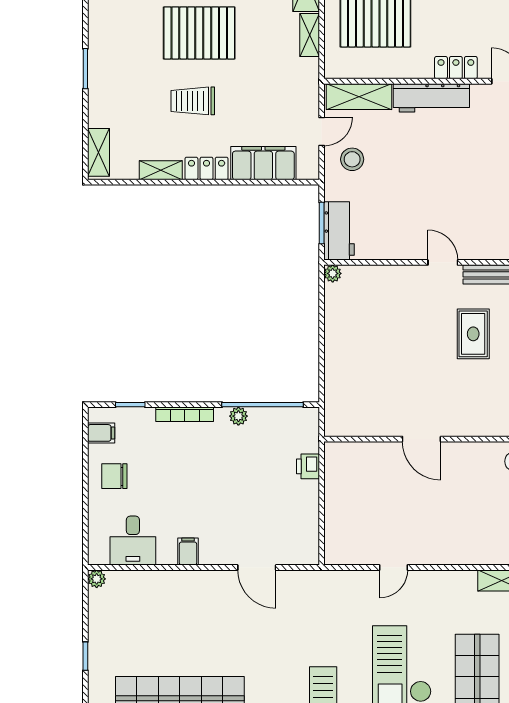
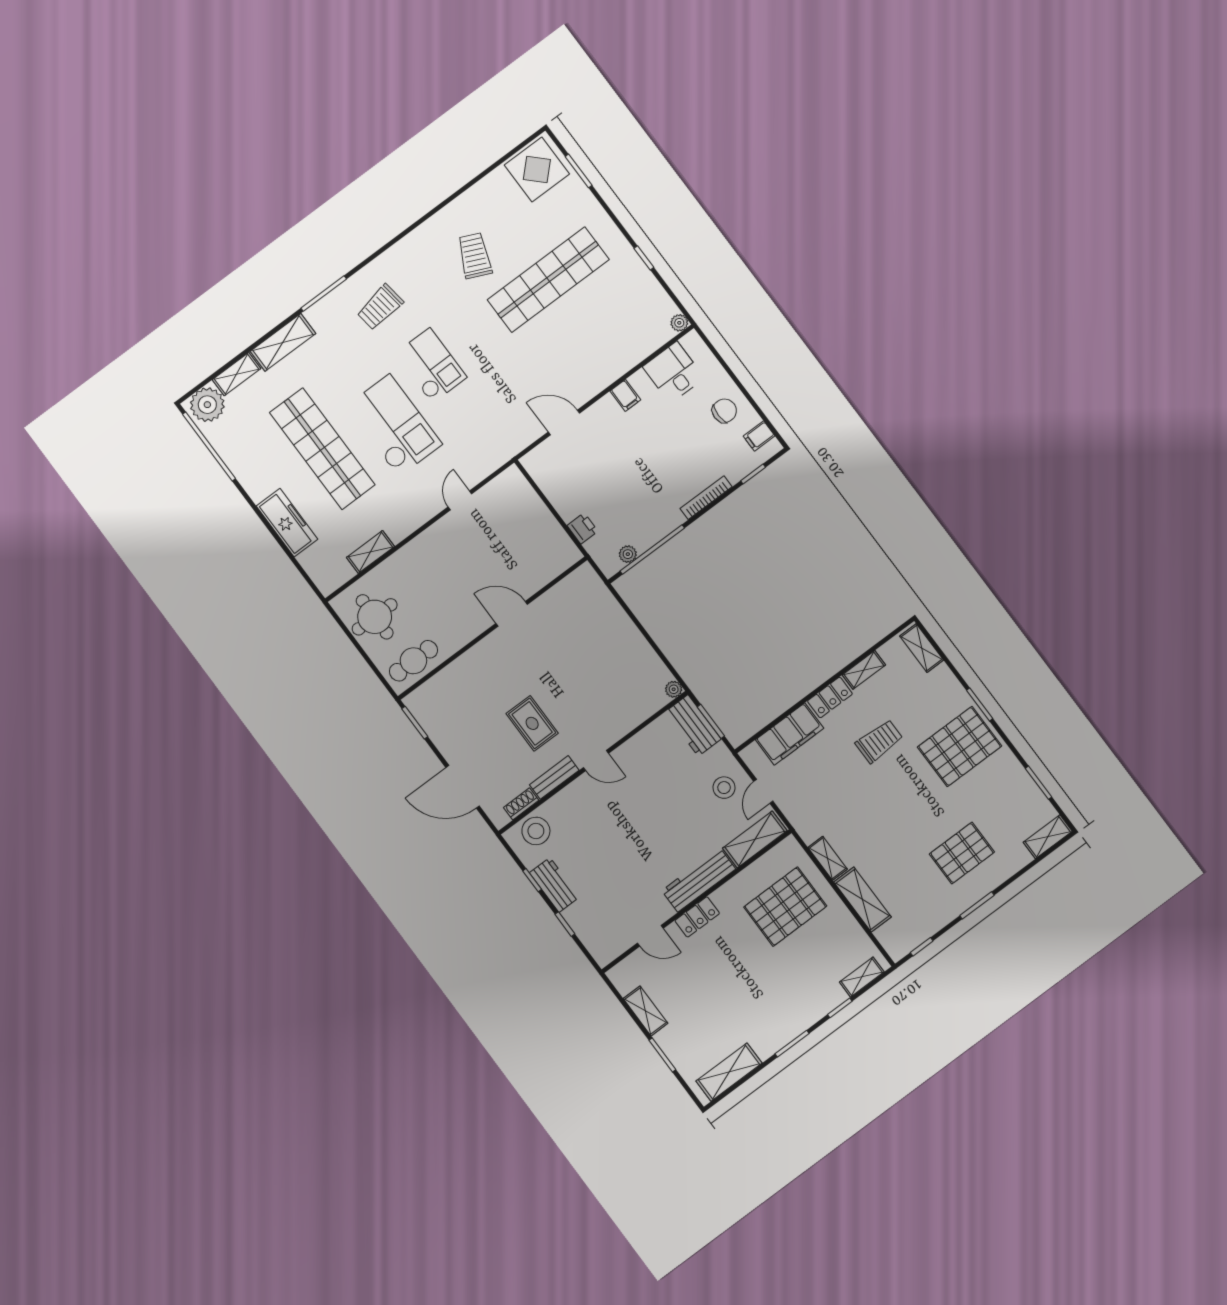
pallet: (199, 33) -> (960, 746), moved
plant: (238, 416) -> (628, 554), moved

